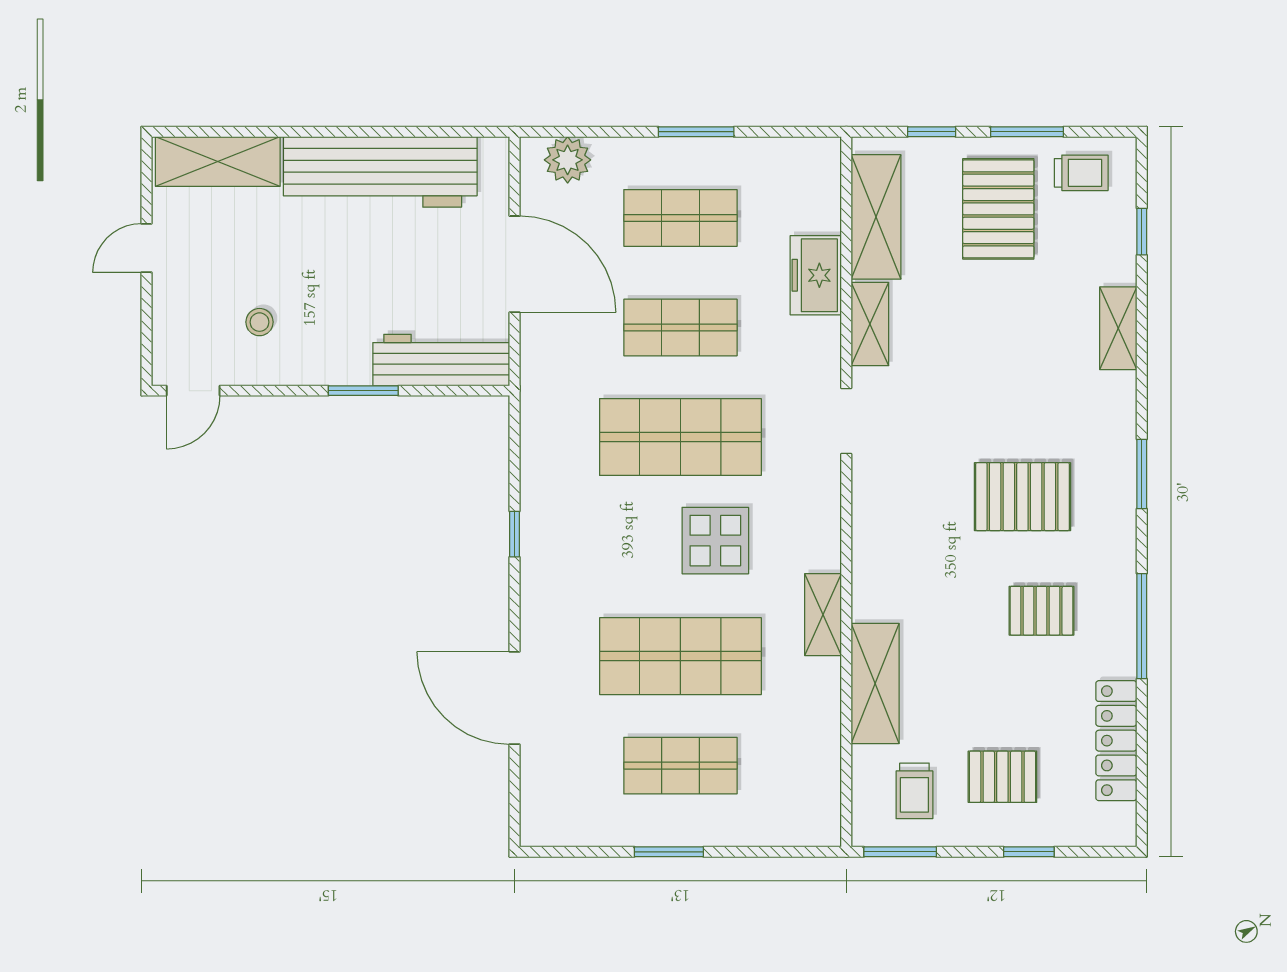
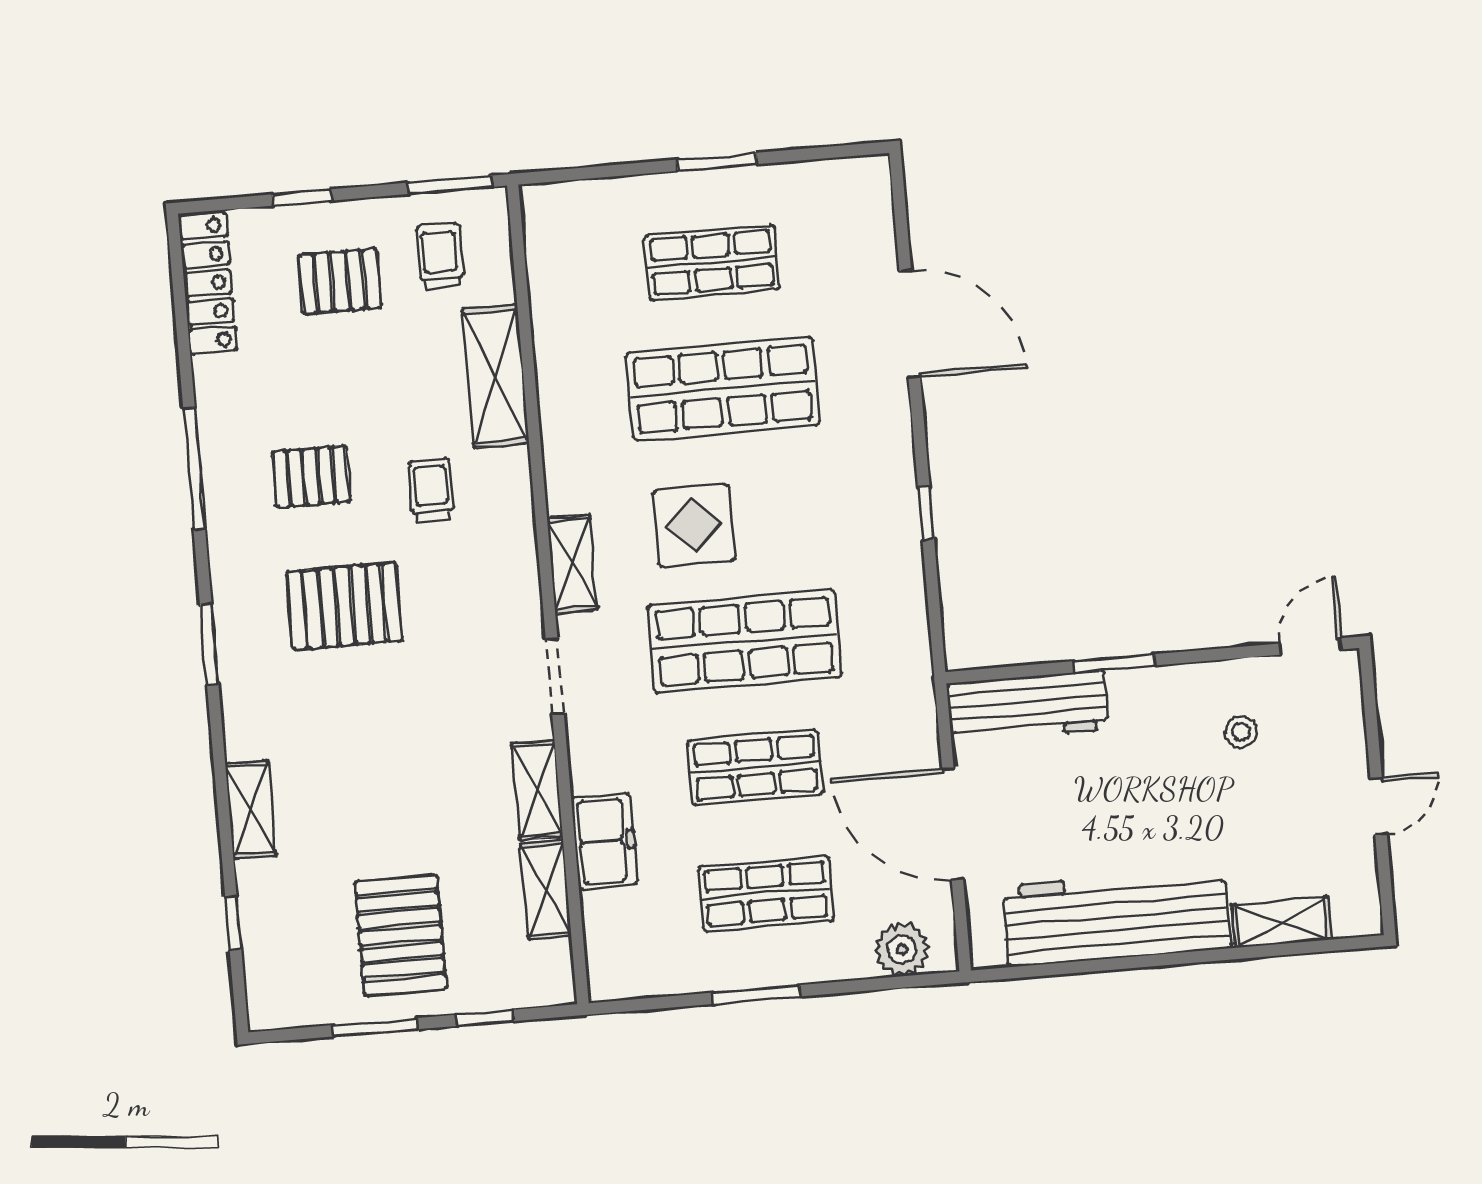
shelving: (218, 161) -> (1282, 922), width x0.67, depth x0.75
trolley: (1081, 173) -> (431, 490), moved, turned 90
shelving: (876, 217) -> (546, 890), width x0.67, depth x0.75
shelving: (823, 615) -> (572, 564), moved
locker: (1116, 741) -> (208, 283), moved

